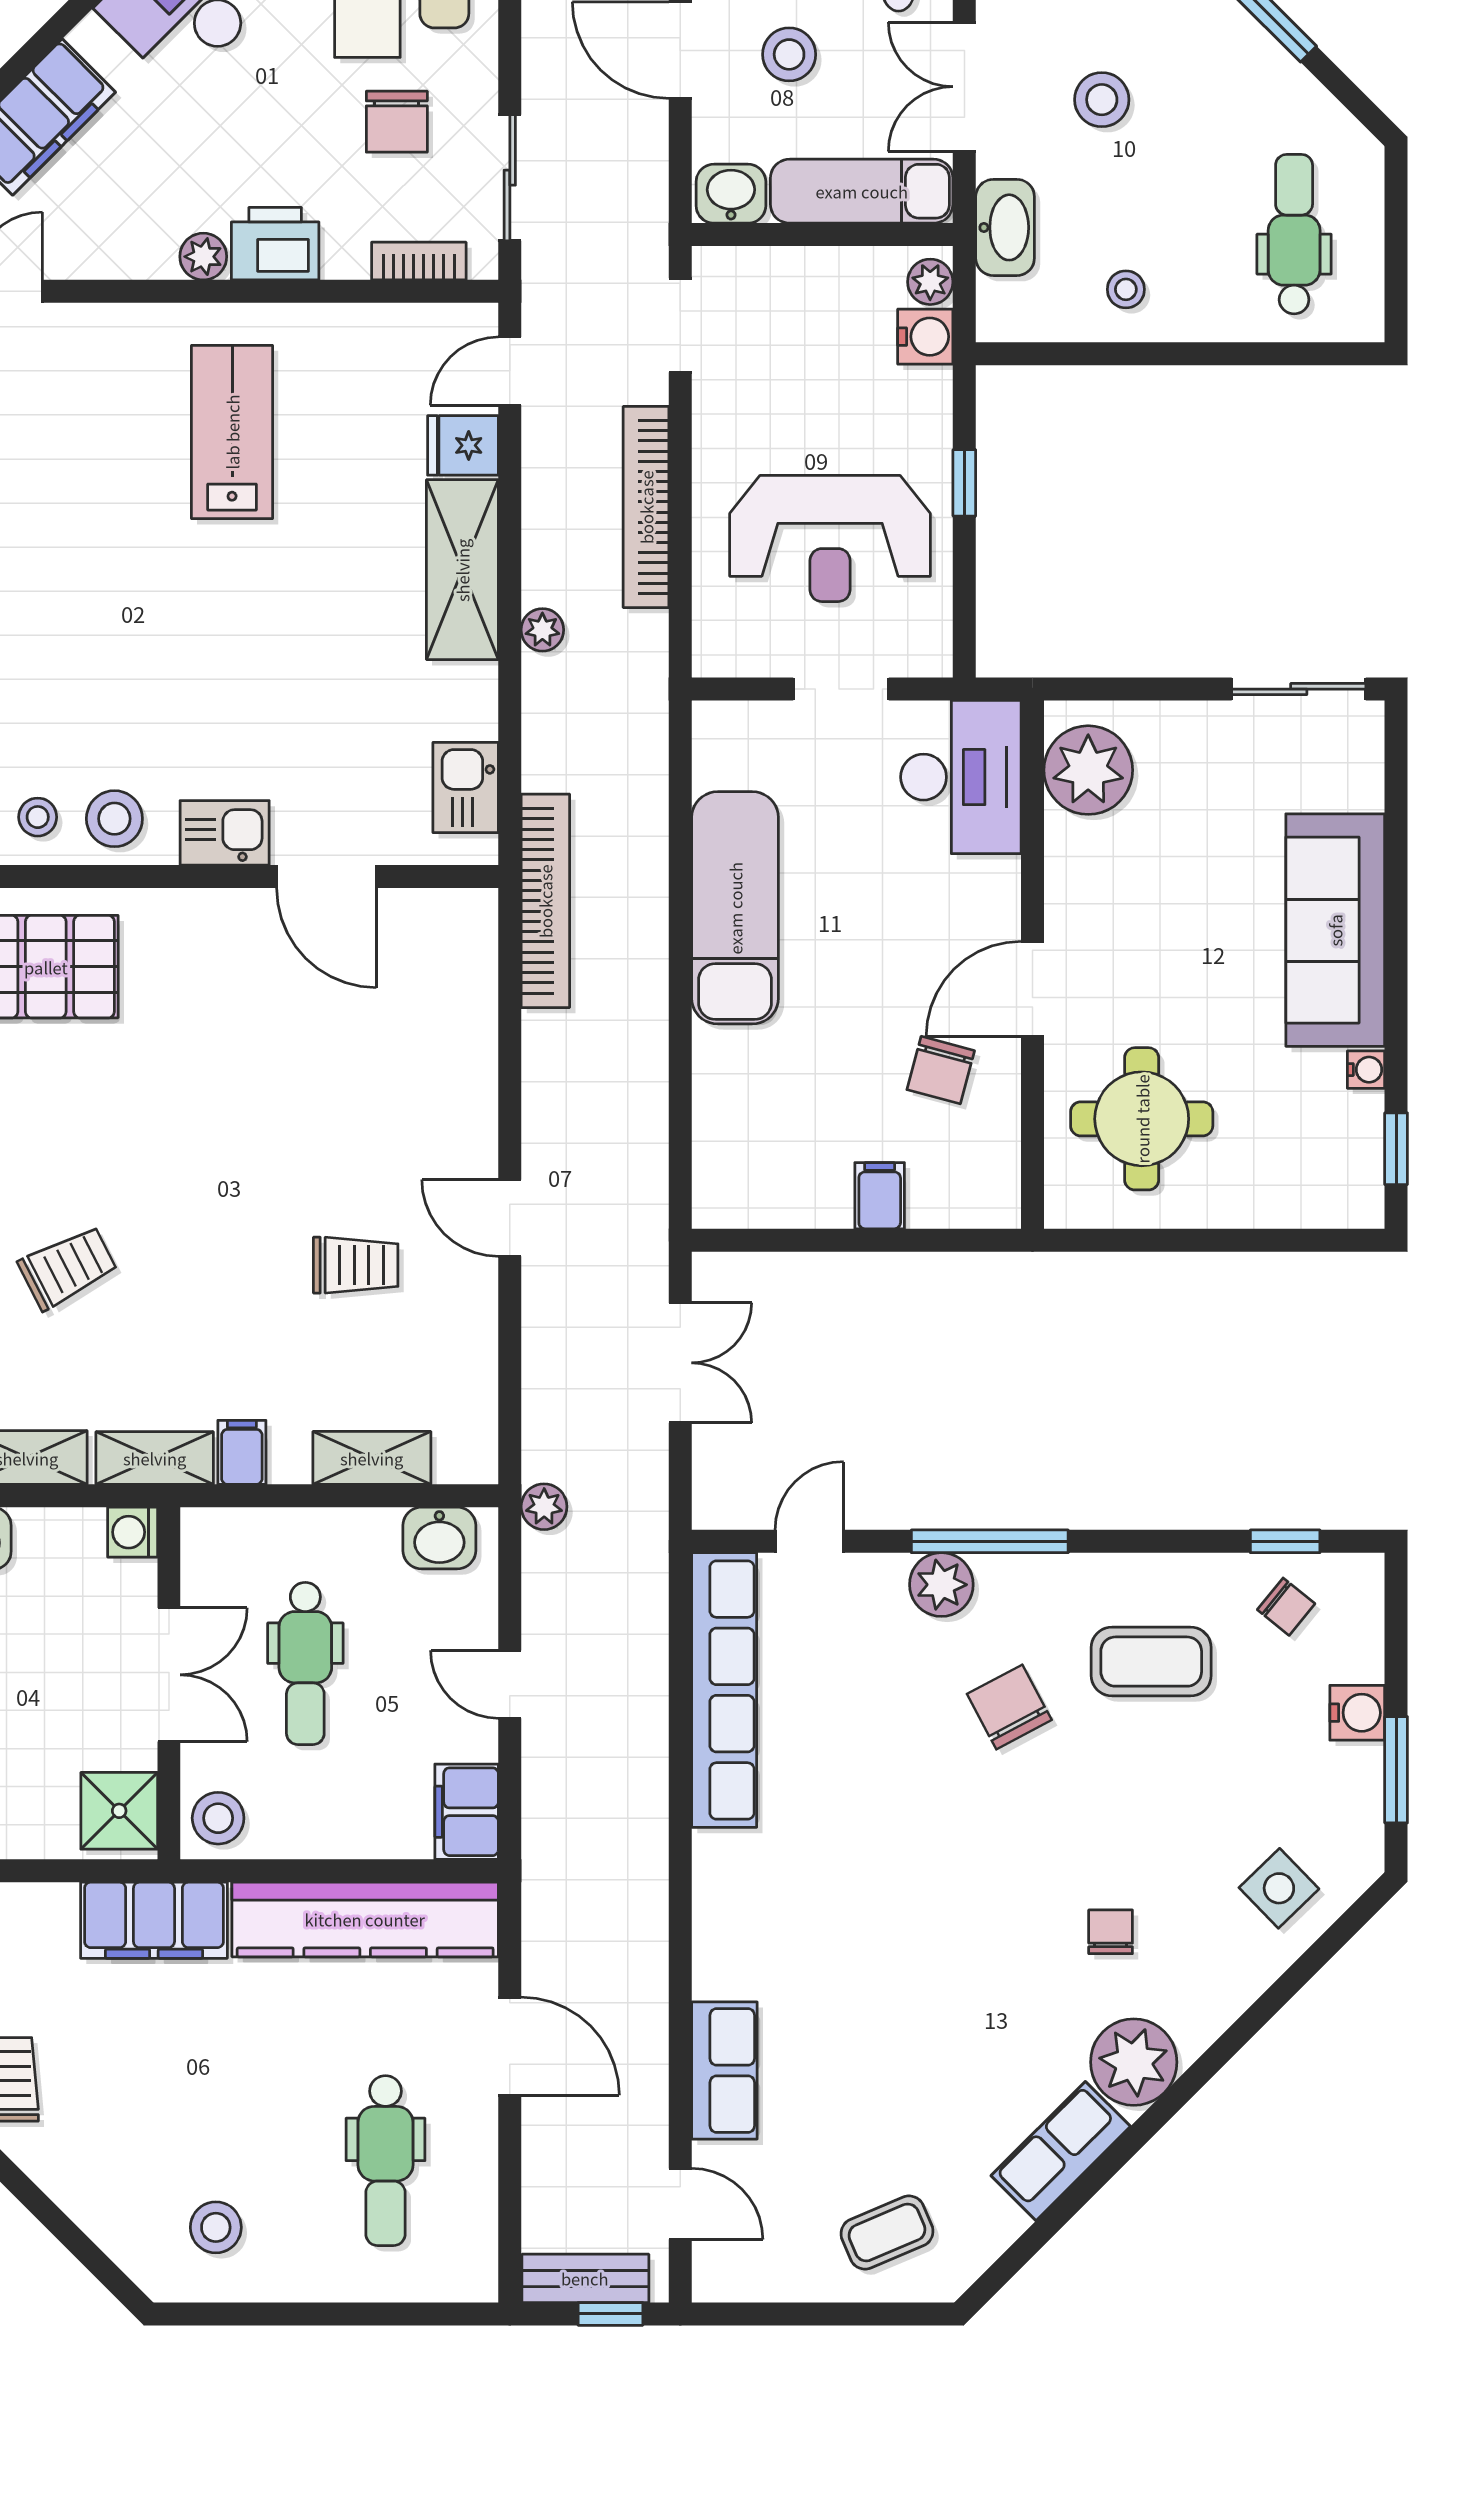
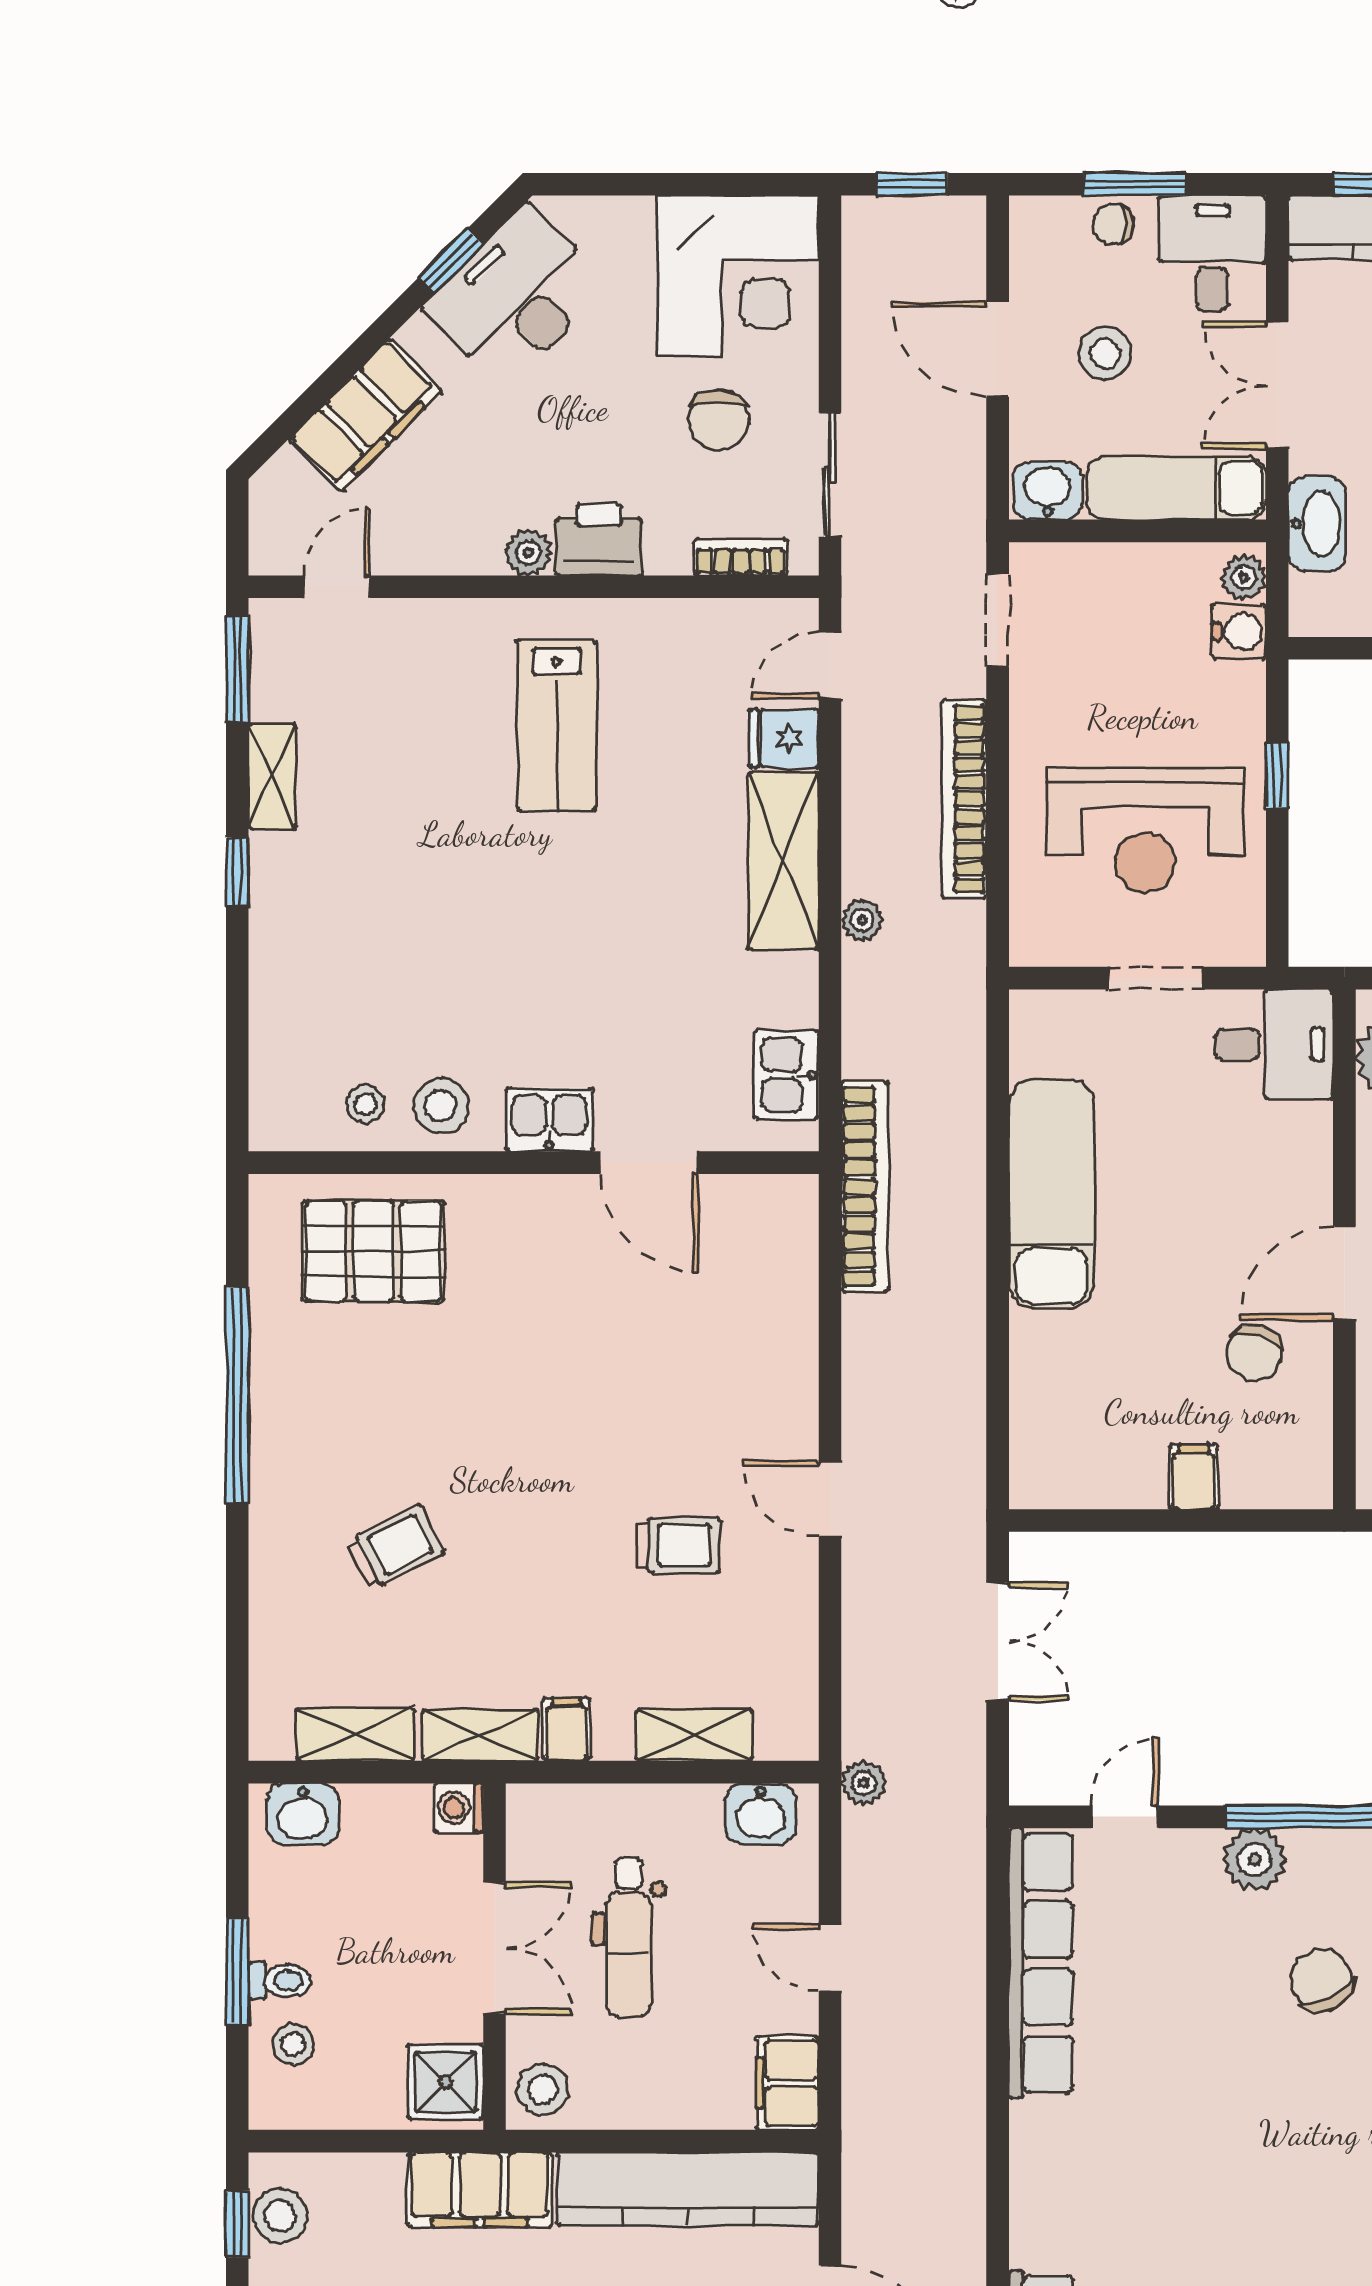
lab bench: (232, 432) -> (557, 725), turned 180
desk: (961, 777) -> (1274, 1044), width x0.73

